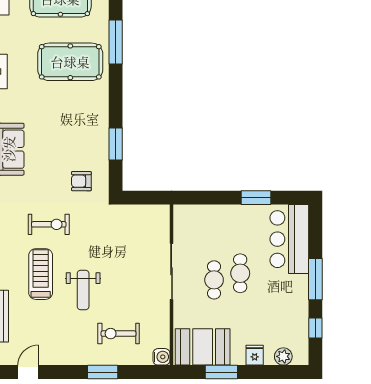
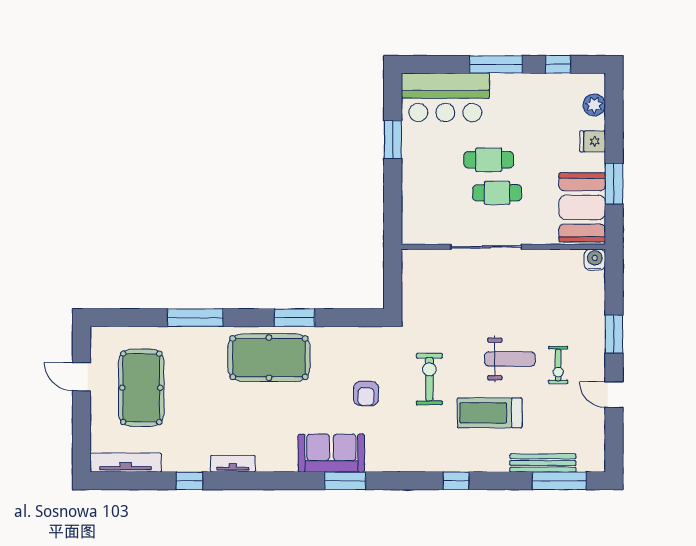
pool table: (70, 62) -> (269, 358), moved, turned 90
window: (116, 144) -> (294, 318), moved
armchair: (81, 181) -> (366, 394), moved
exercise bike: (49, 224) -> (429, 379), moved
exercise bike: (118, 334) -> (558, 365), moved, width x0.73, depth x0.72
door: (28, 372) -> (614, 395), moved

